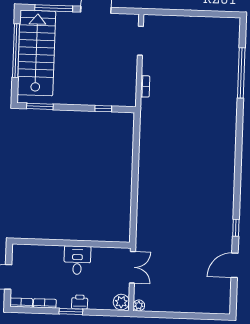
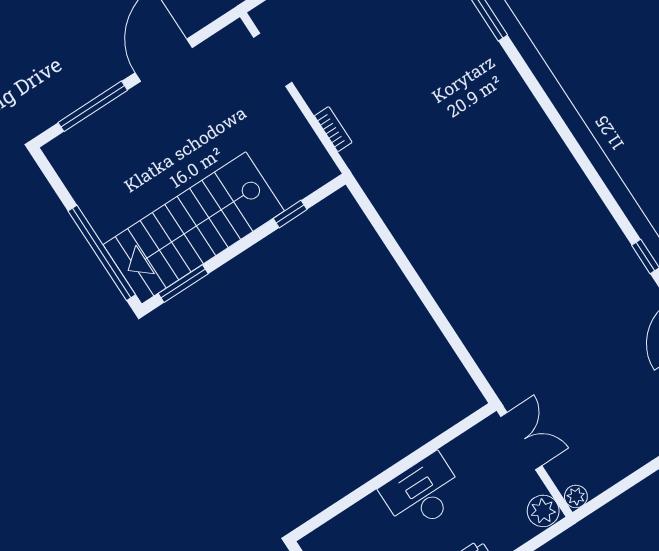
window: (16, 51) -> (102, 253), moved
stairs: (36, 53) -> (194, 228), moved, turned -90
desk: (77, 260) -> (423, 493), width x1.37

